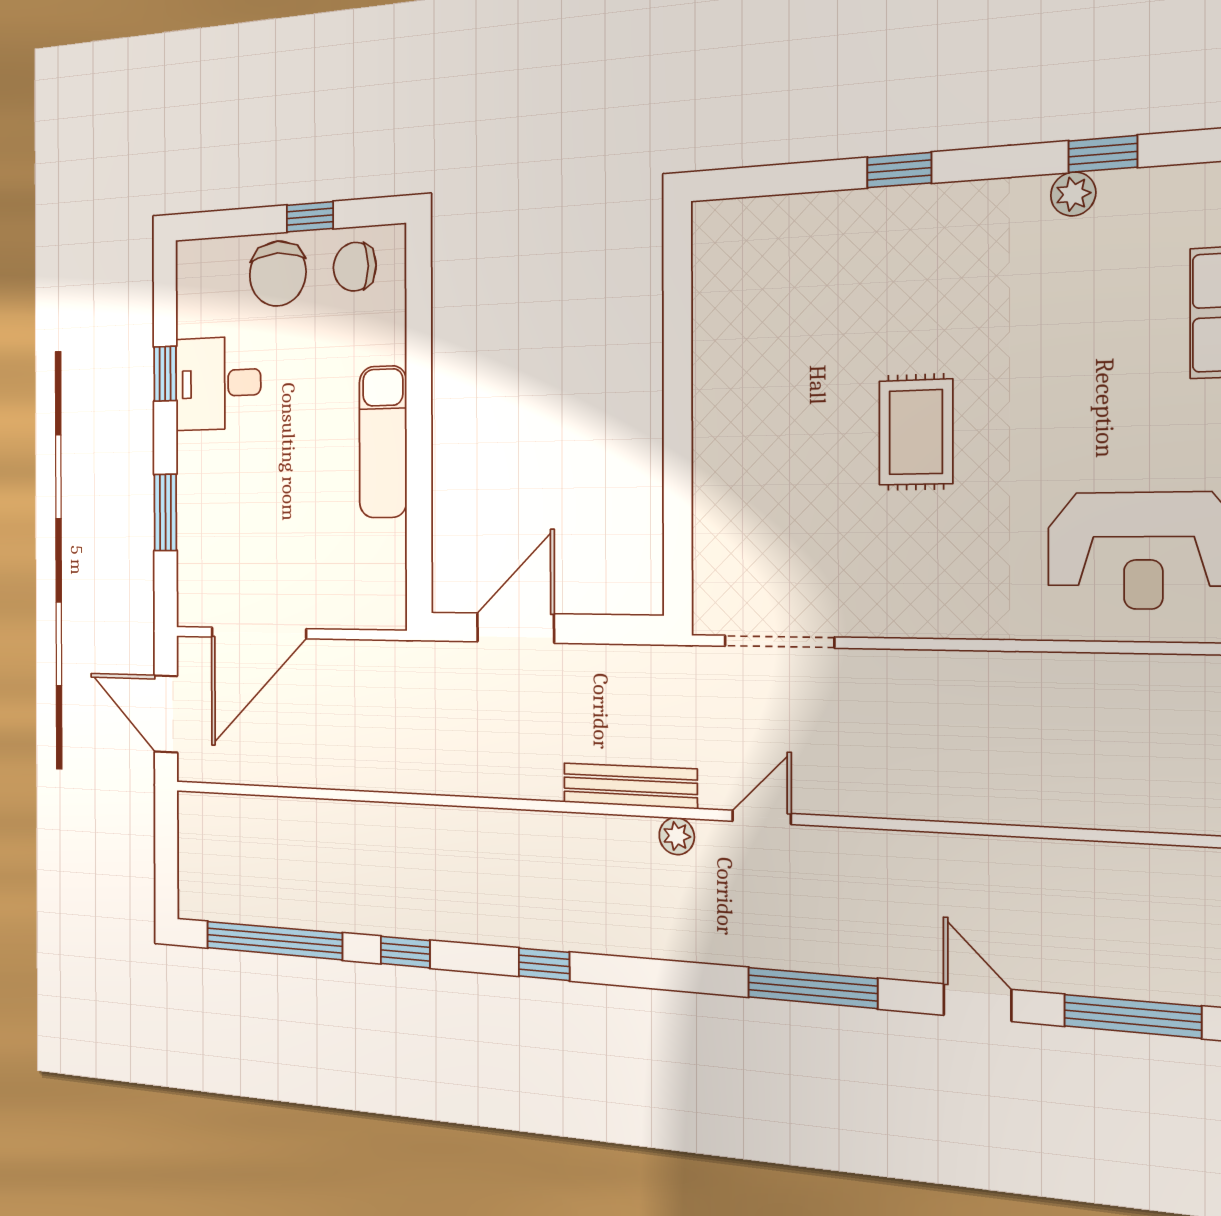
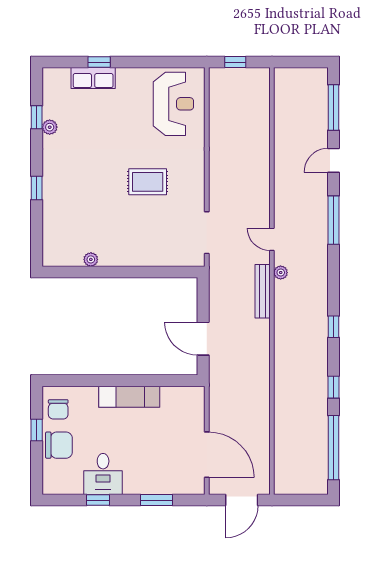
plant: (709, 330) -> (91, 259), added
rug: (916, 432) -> (148, 182), moved

